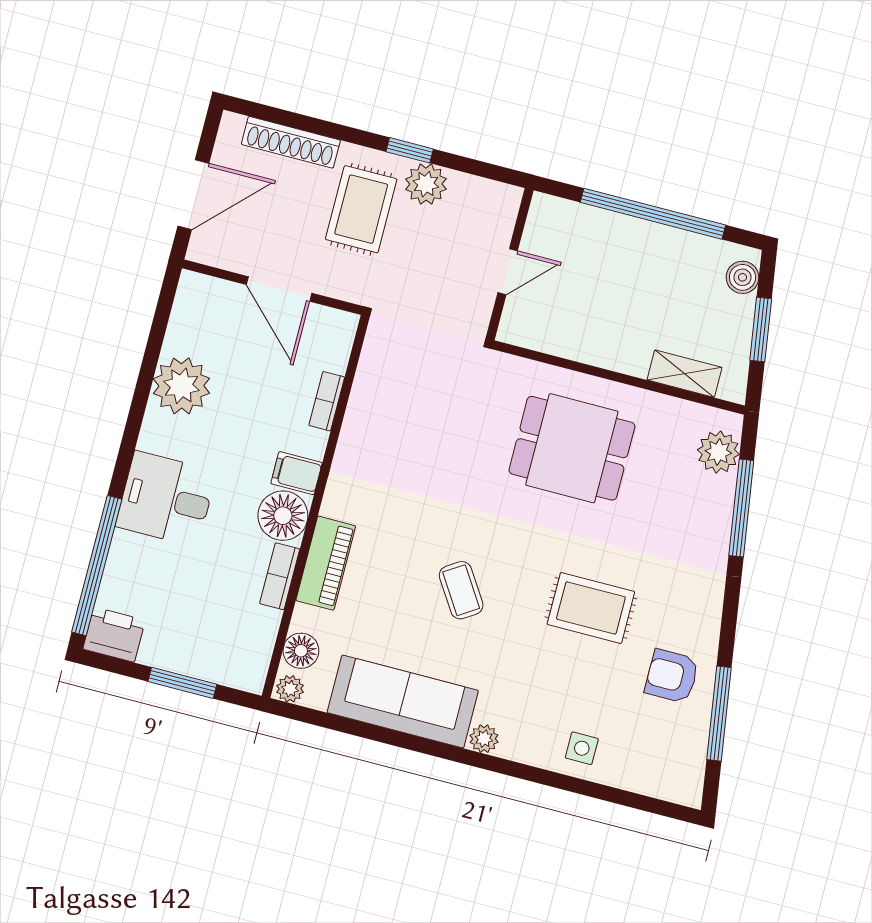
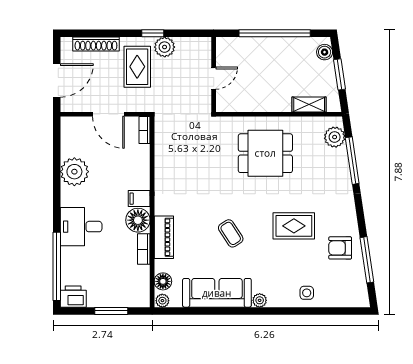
bookcase: (327, 401) -> (145, 130), moved

